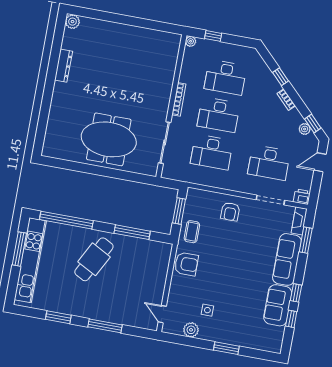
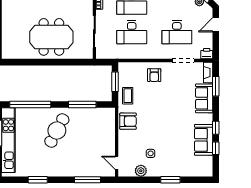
sofa: (287, 259) -> (204, 98), width x0.73
window: (105, 326) -> (88, 180), moved

